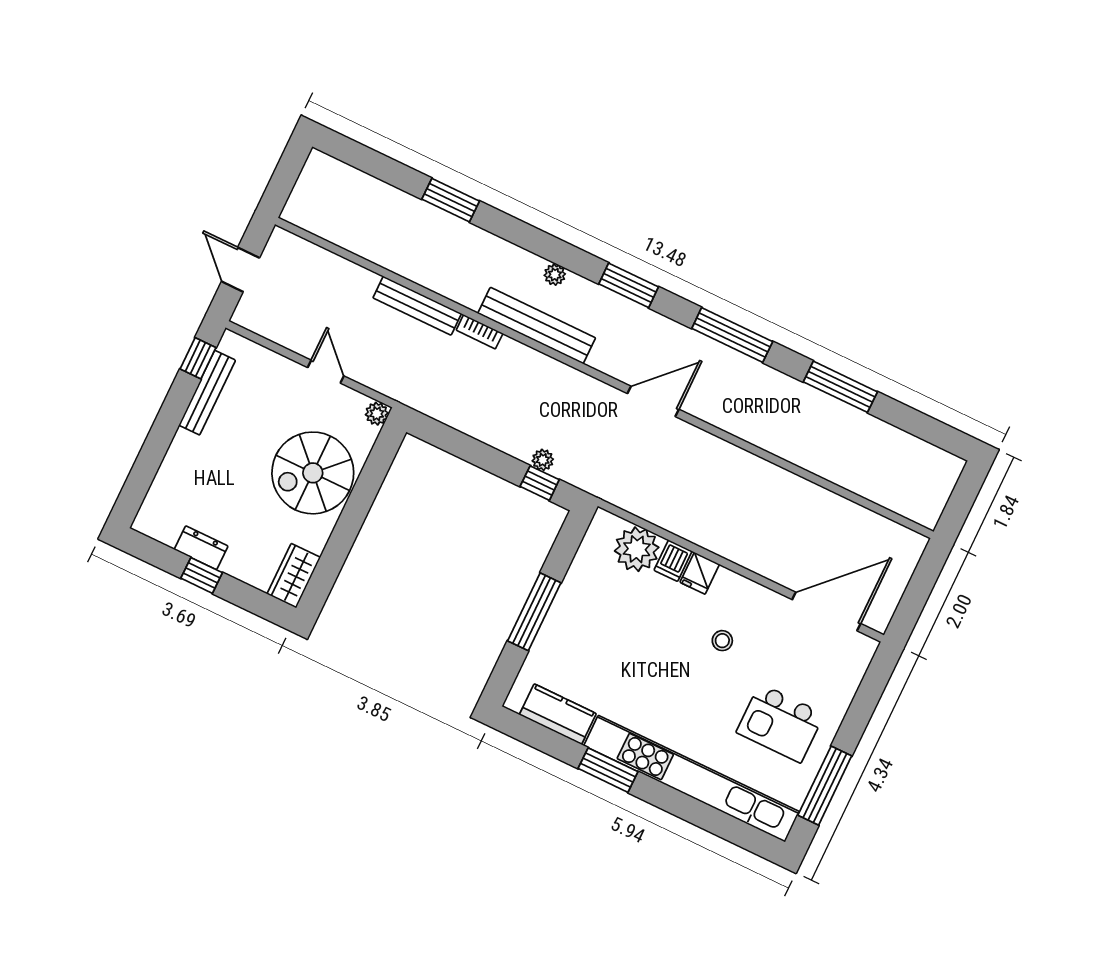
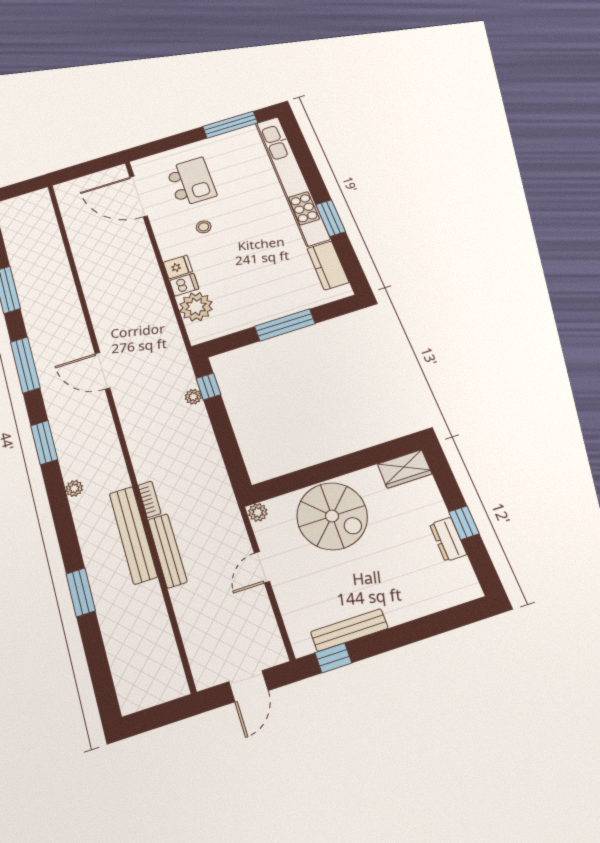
bench: (537, 326) -> (133, 535), moved
kitchen island: (780, 723) -> (191, 182), moved

